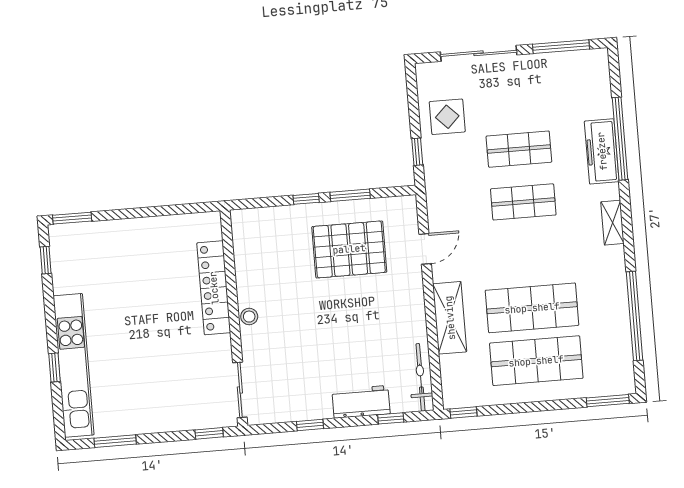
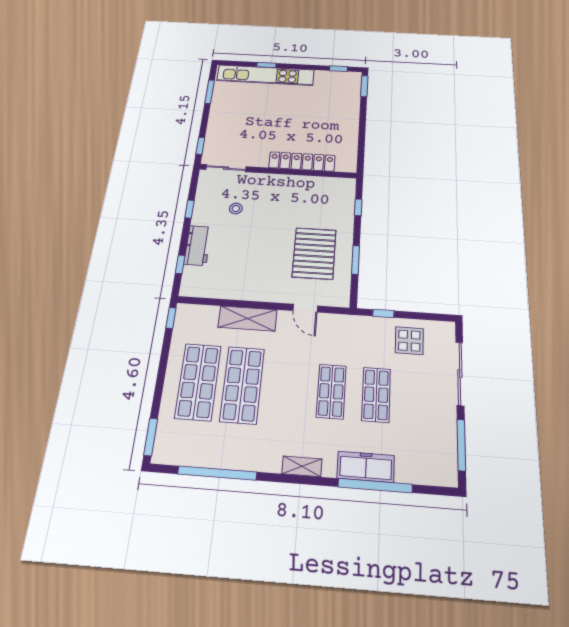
window: (306, 199) -> (358, 207), moved
stool: (249, 317) -> (236, 209), moved
bicycle: (420, 377) -> (206, 290), removed

